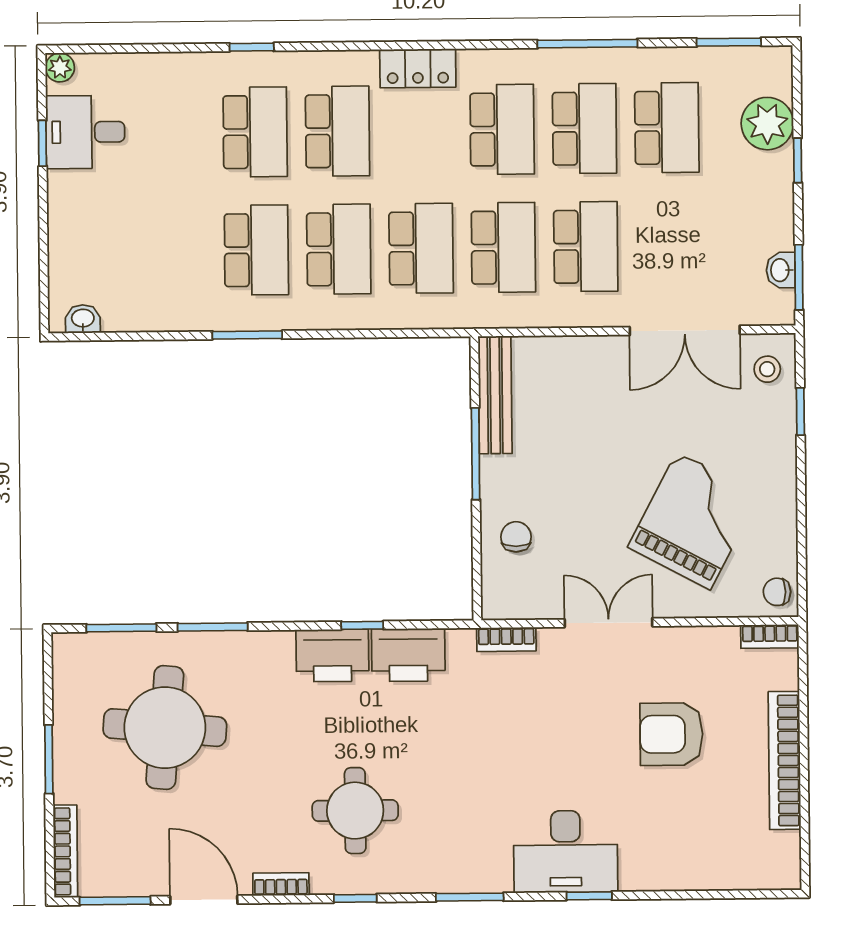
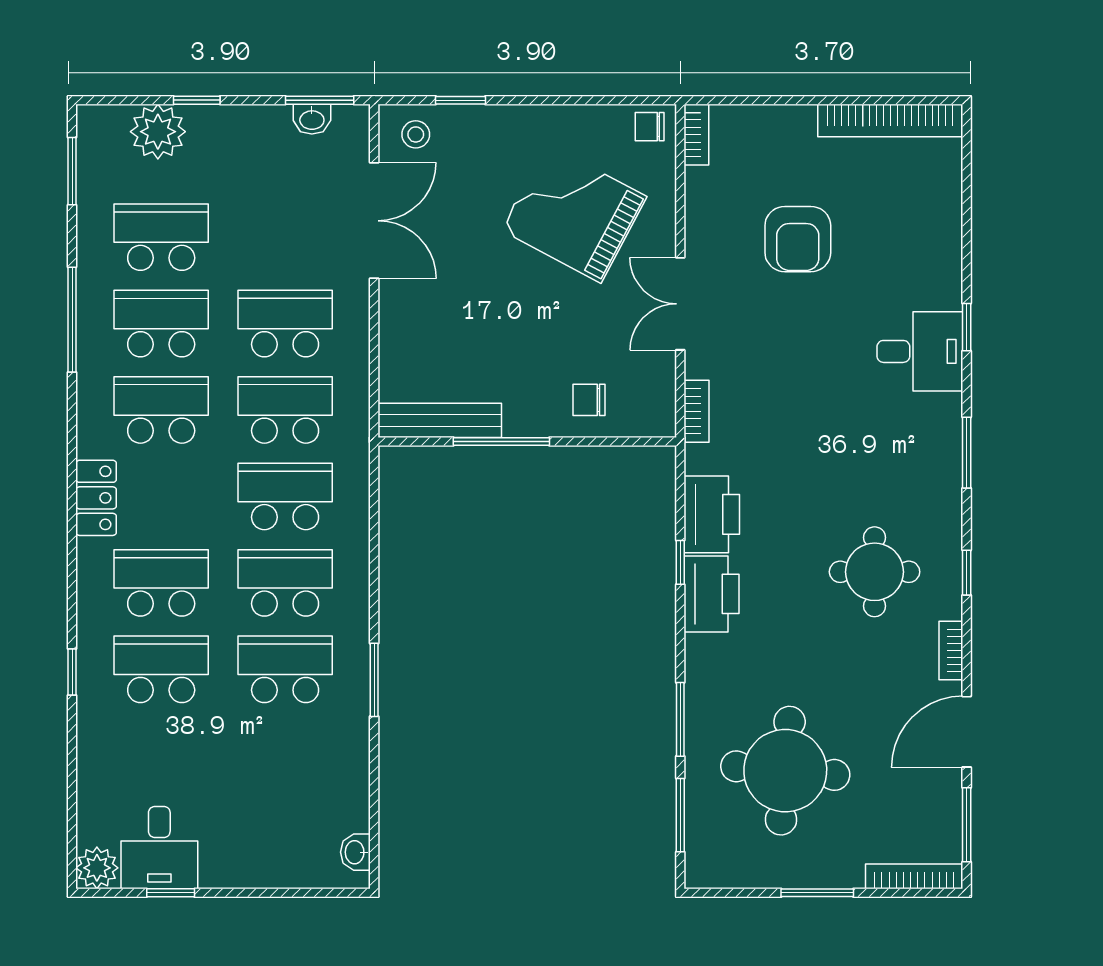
plant: (60, 67) -> (97, 868), width x1.38, depth x1.38
chair: (777, 592) -> (650, 127), turned 90
bookcase: (785, 760) -> (890, 121), moved
desk: (566, 852) -> (920, 351), width x0.73

